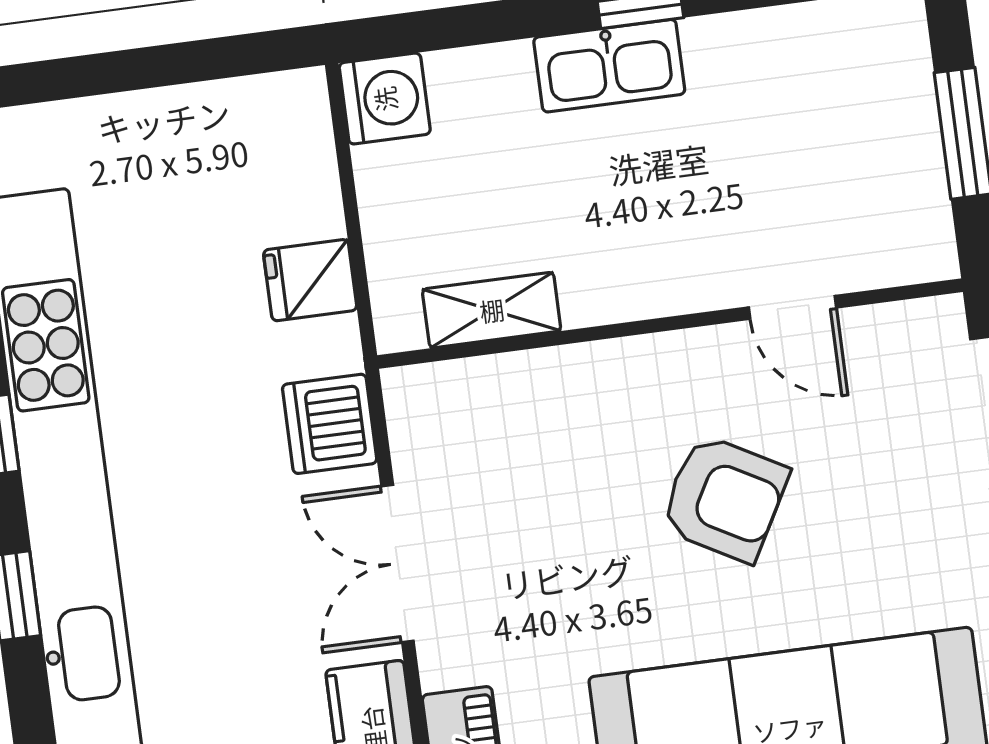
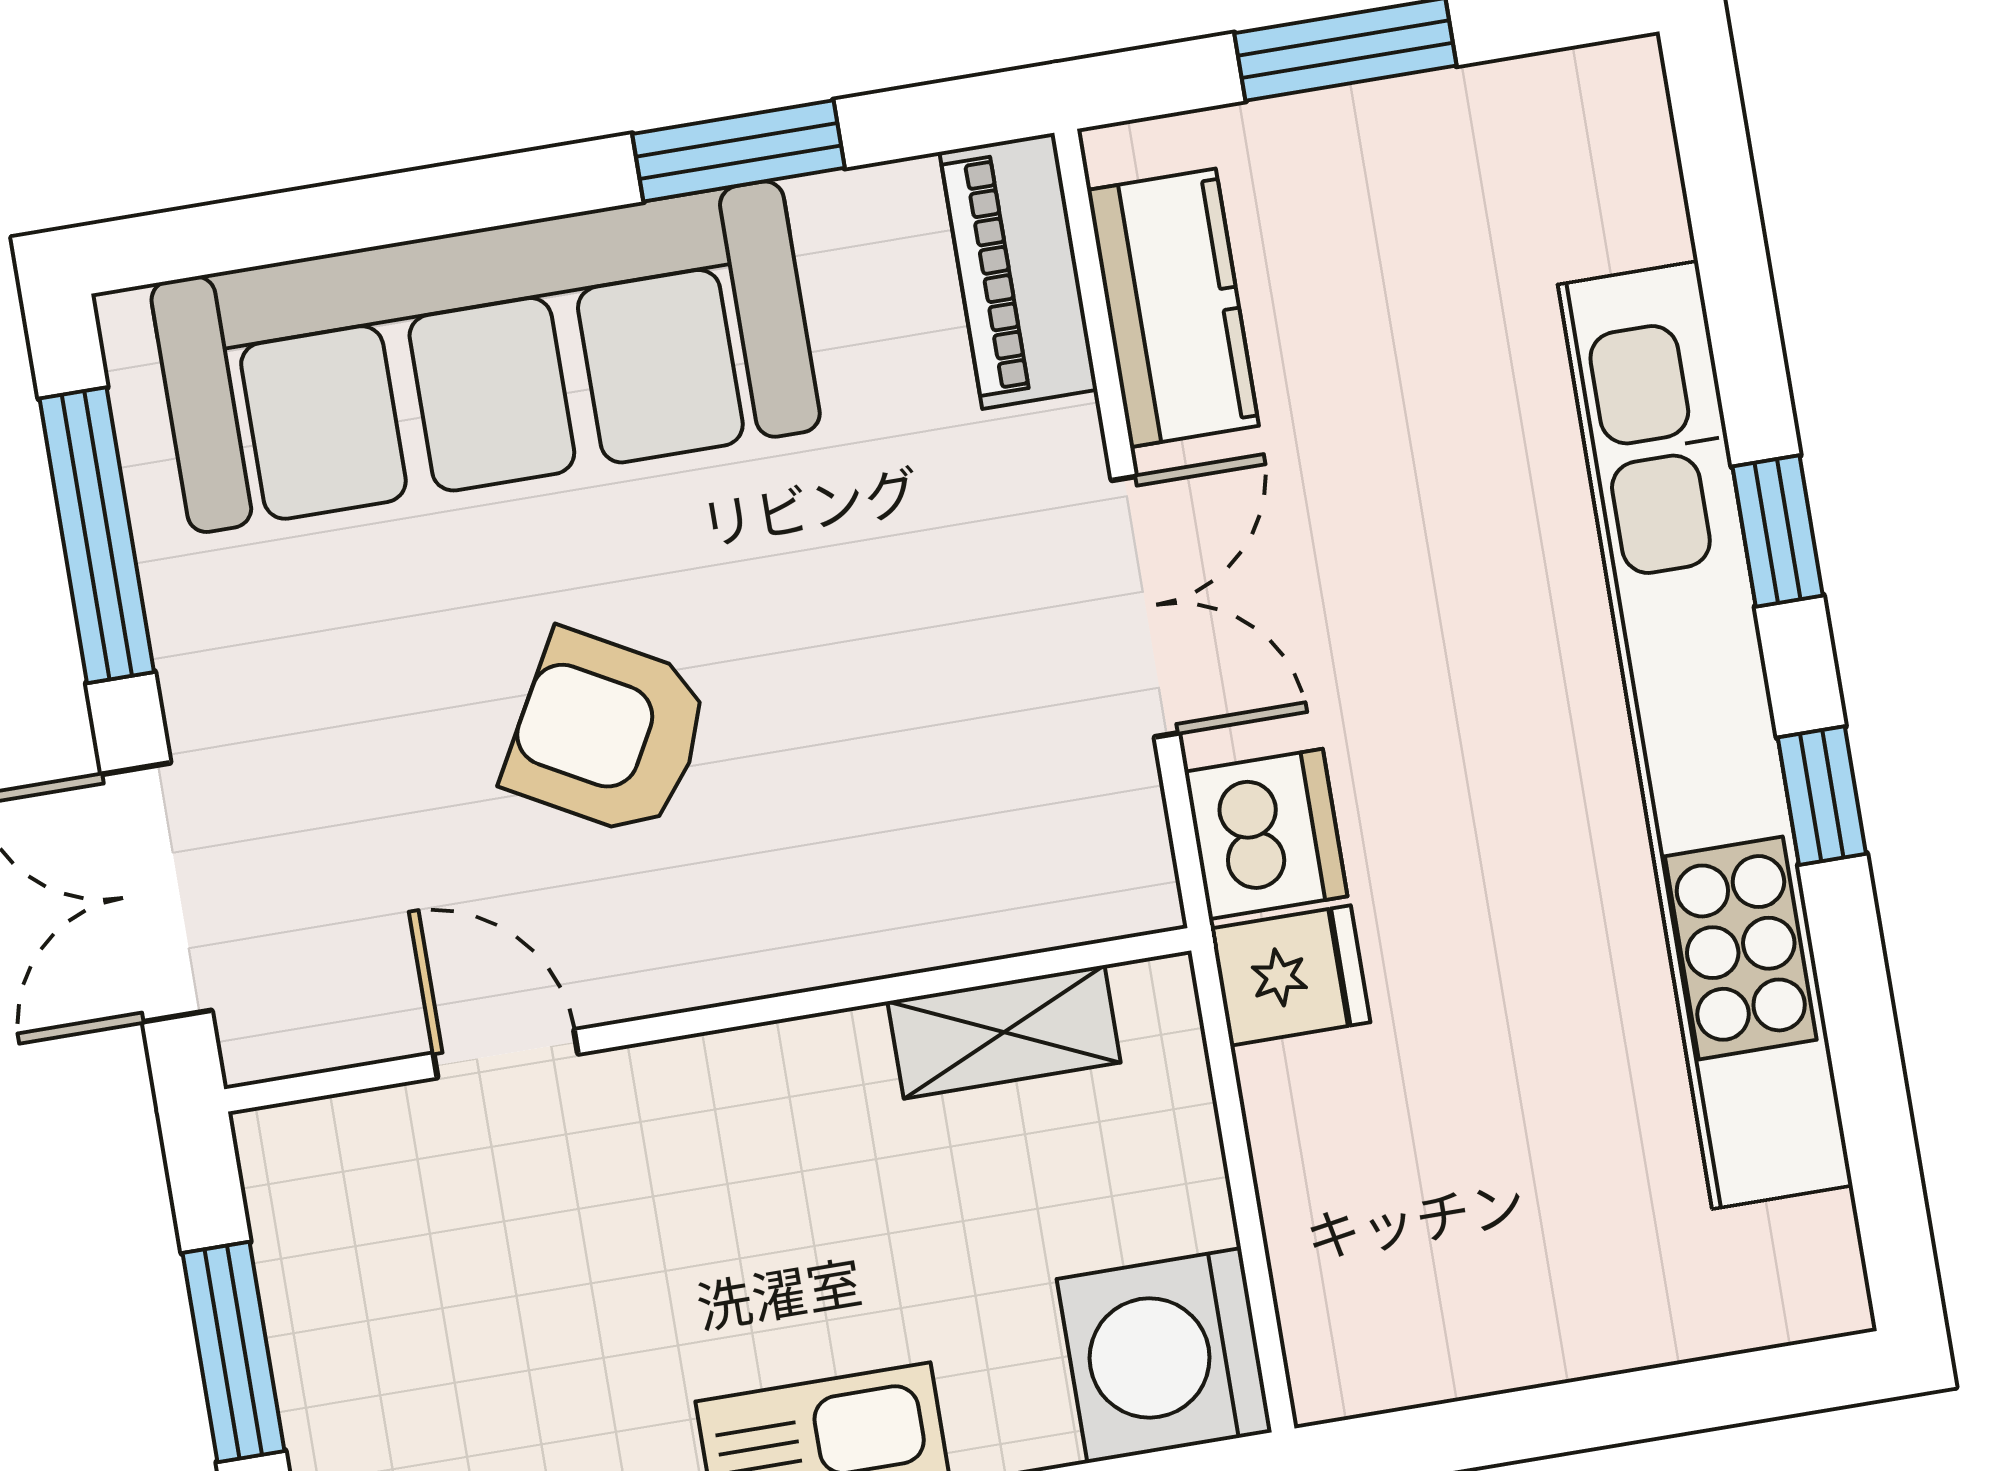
washing machine: (385, 99) -> (1164, 1356), width x1.37, depth x1.37
fridge: (310, 280) -> (1290, 975), moved

